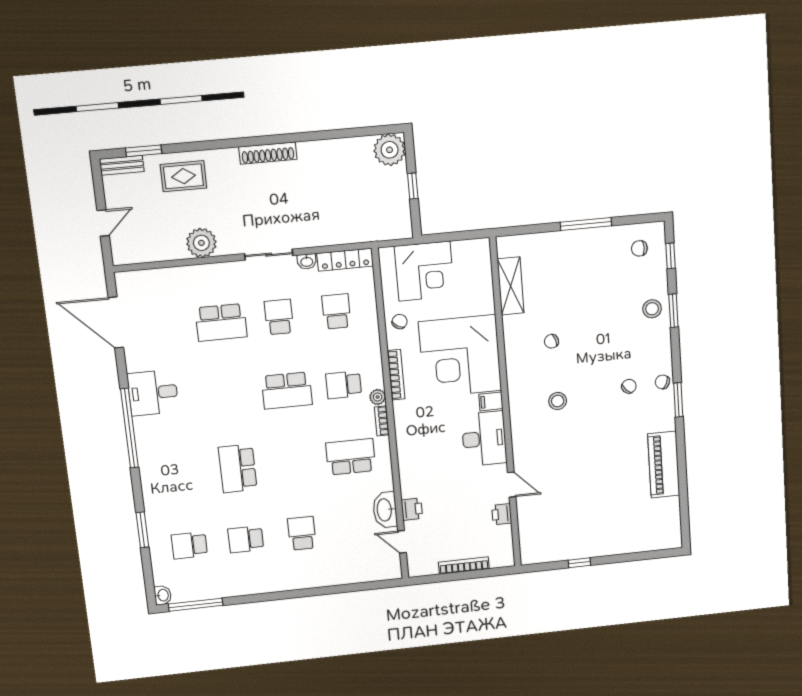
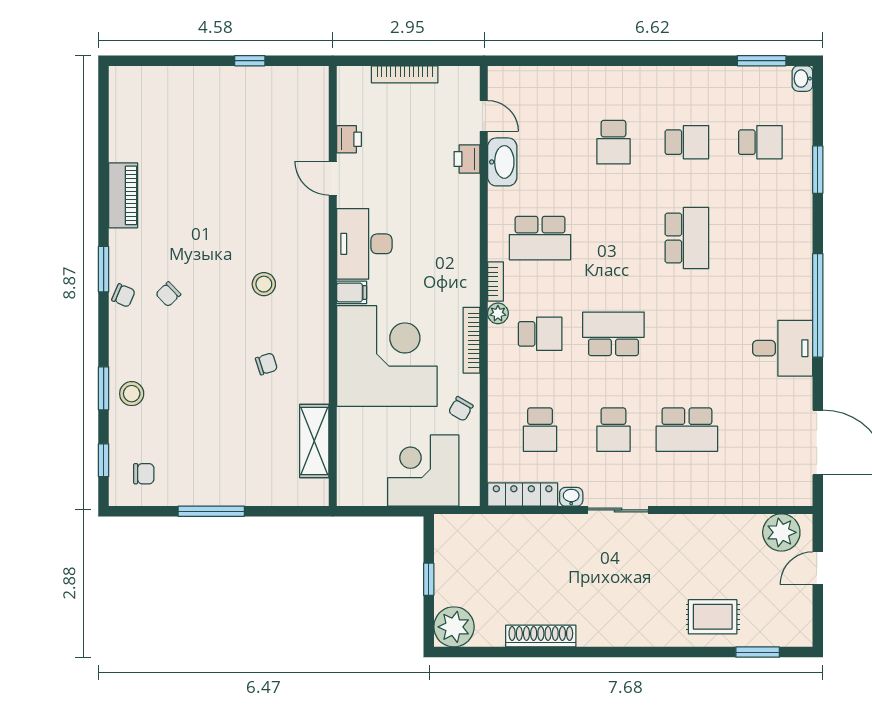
shoe rack: (268, 153) -> (541, 636), moved
bench: (122, 165) -> (786, 637), removed
plant: (201, 243) -> (781, 532), moved
school desk: (221, 322) -> (687, 430), turned 180
piano: (664, 465) -> (123, 195), width x0.73, depth x0.75
window: (196, 605) -> (762, 61), width x0.69

